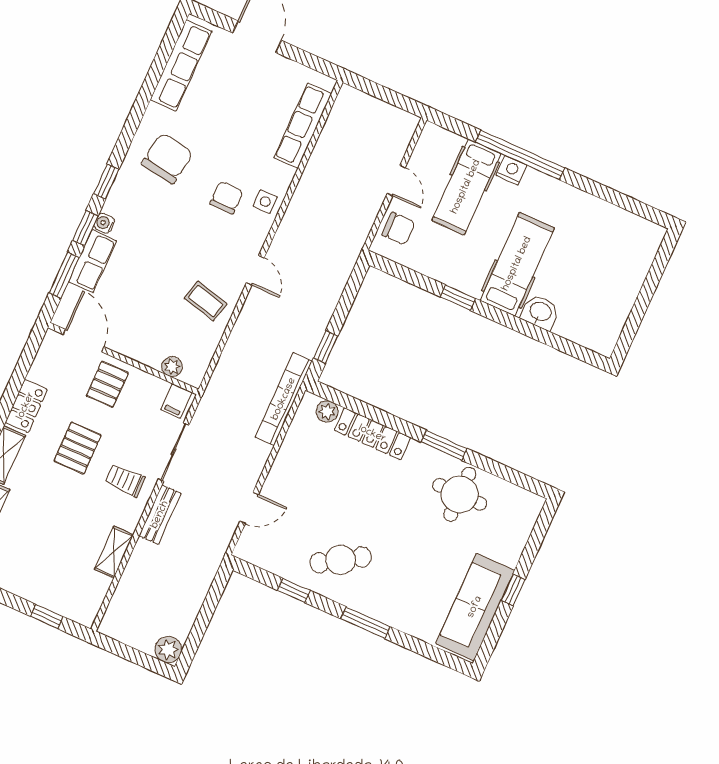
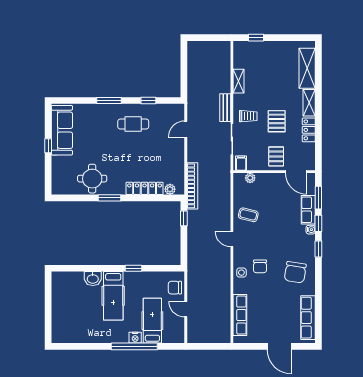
cafe table: (341, 560) -> (133, 124), turned 32
plant: (168, 650) -> (194, 48), removed

